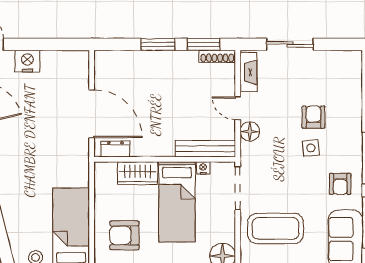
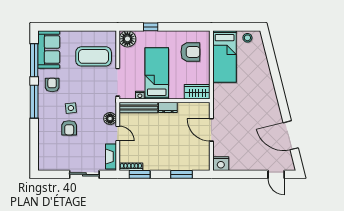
window: (158, 44) -> (182, 174), moved
nightstand: (27, 61) -> (221, 164), moved
door: (92, 114) -> (211, 130), width x0.73
dresser: (115, 149) -> (168, 107), moved
wardrobe: (137, 173) -> (197, 92), moved

